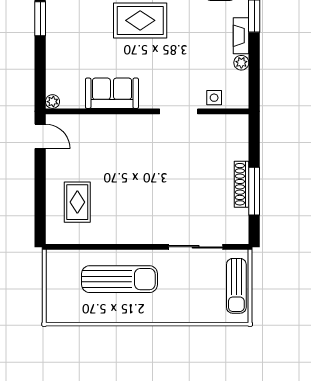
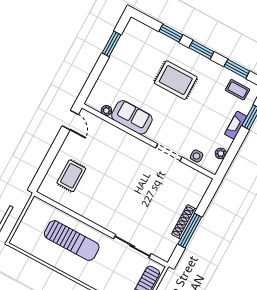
plant: (241, 63) -> (221, 153), moved
plant: (53, 102) -> (106, 111), moved

